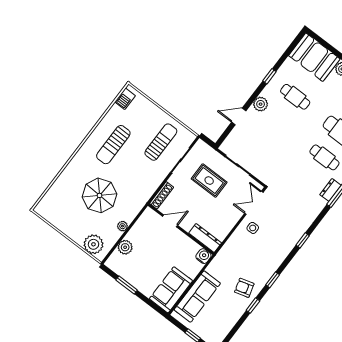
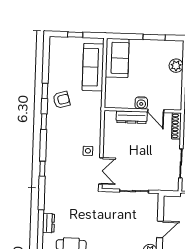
rug: (209, 181) -> (148, 164), removed
door: (170, 221) -> (156, 111), hinge flipped
dresser: (205, 238) -> (132, 117), moved
water cooler: (203, 256) -> (141, 103), moved

